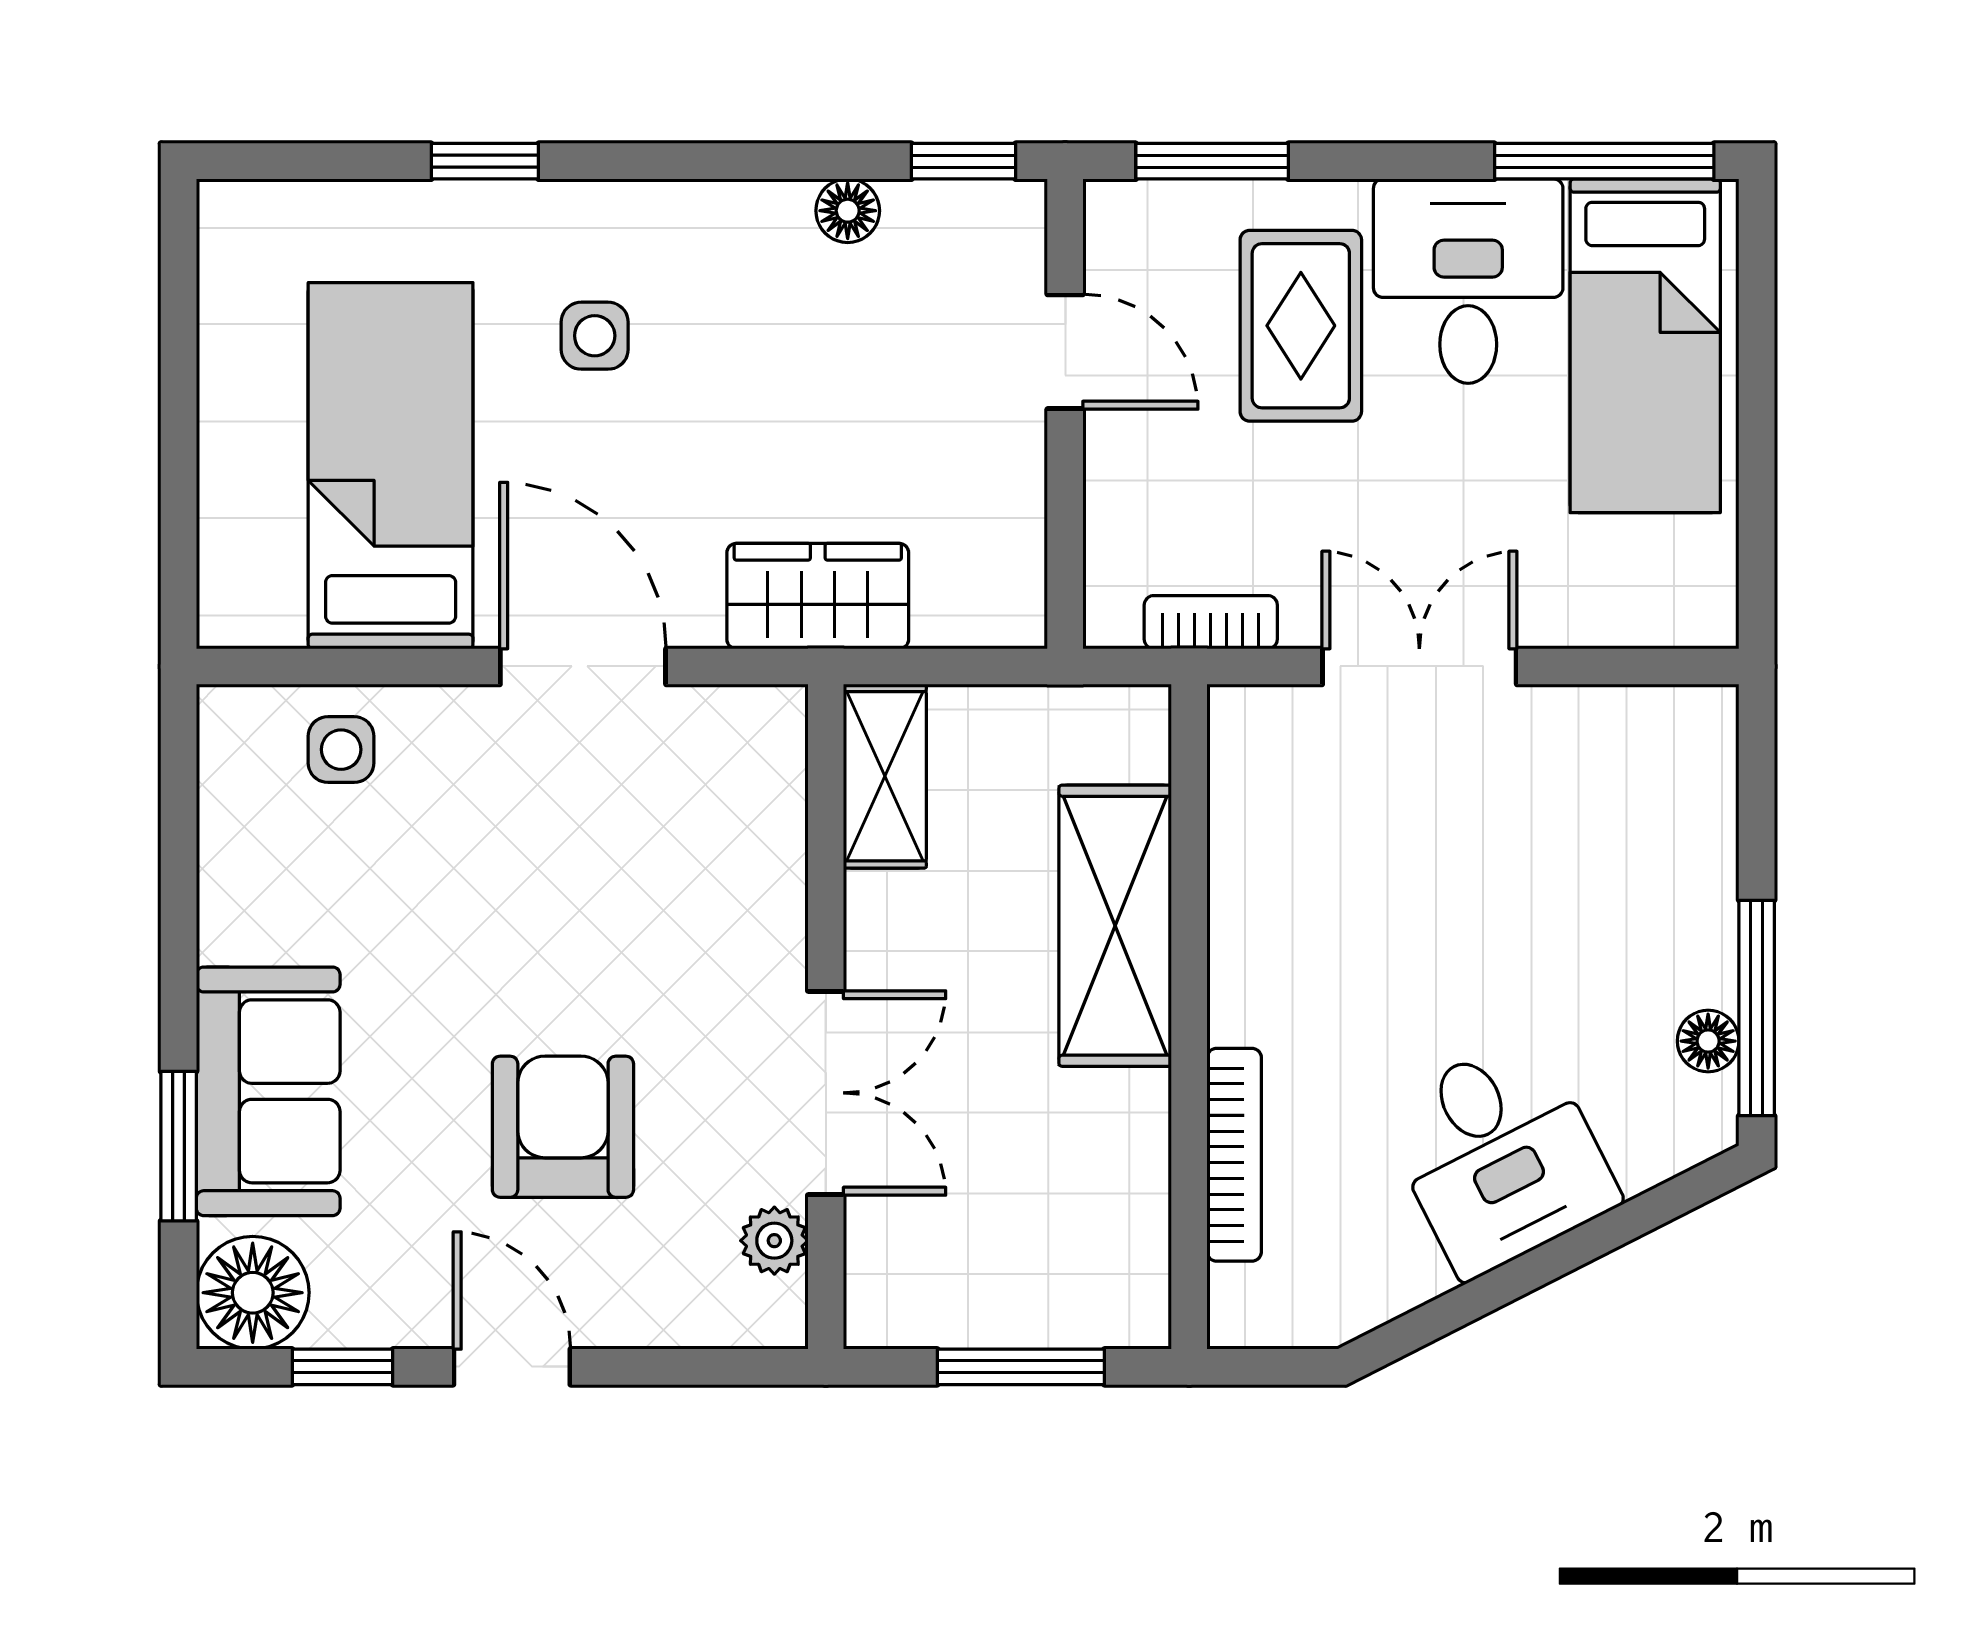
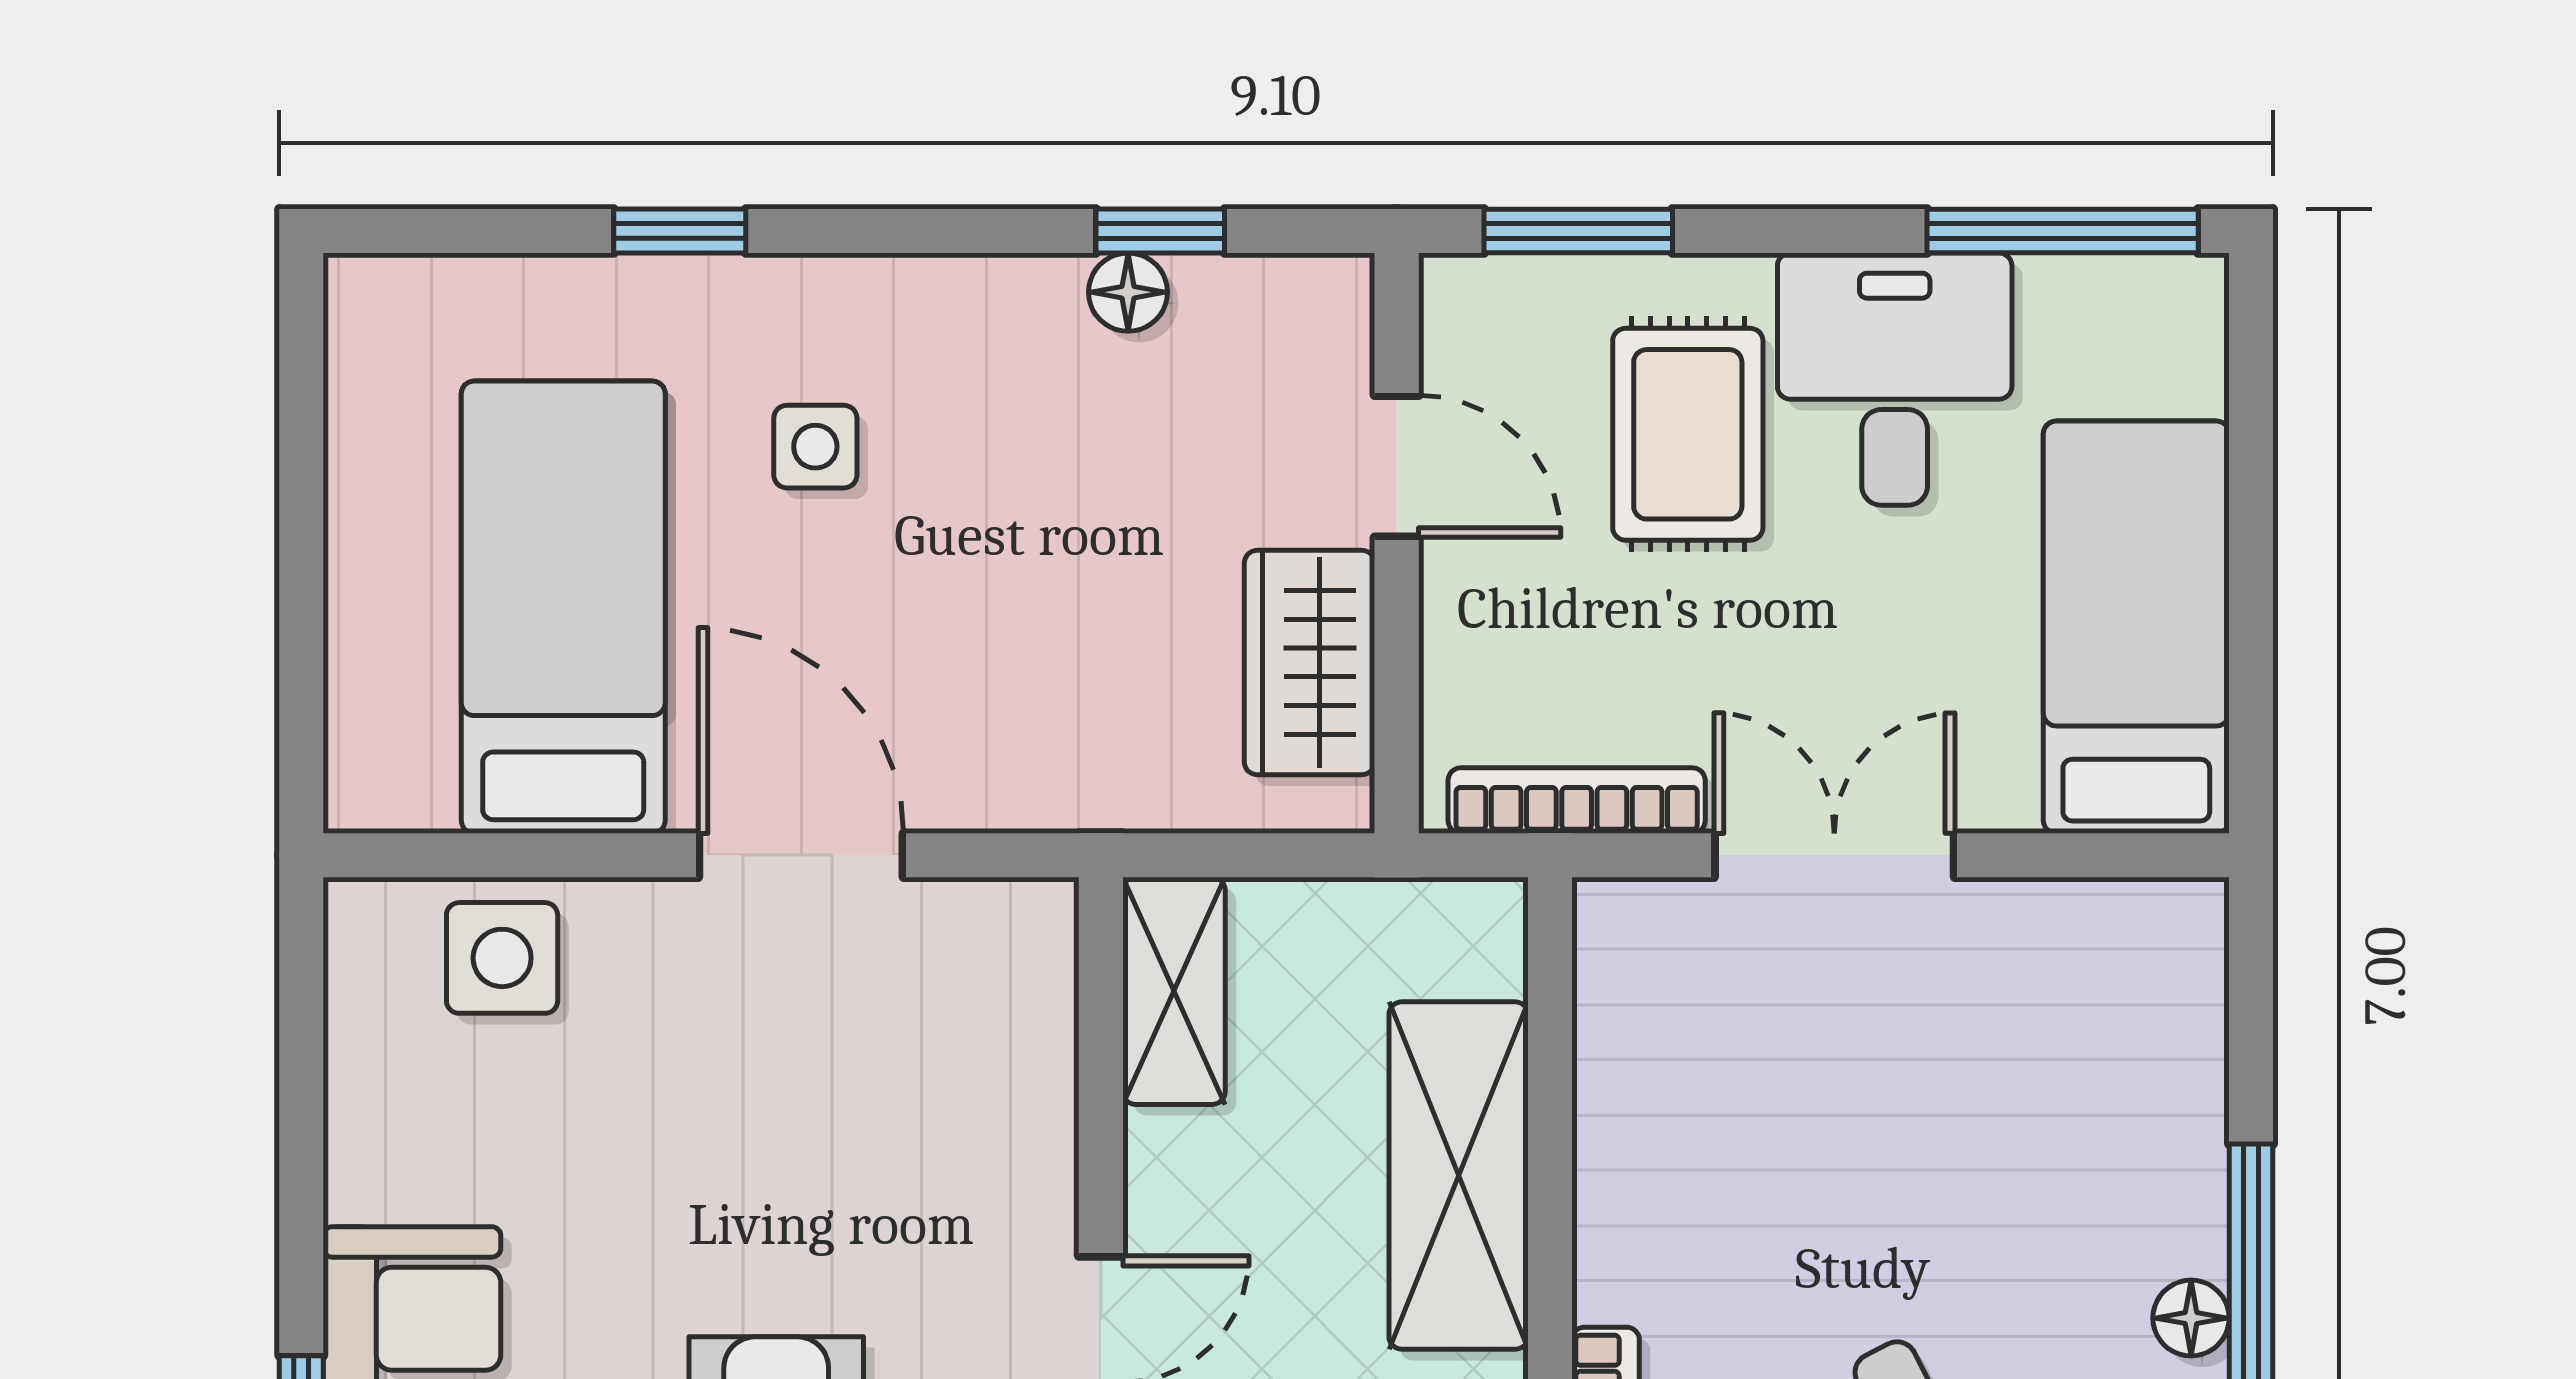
window: (964, 161) -> (1160, 231), moved
bed: (1645, 346) -> (2136, 627), moved, turned 180
wardrobe: (818, 596) -> (1310, 663), moved, turned -90
bookcase: (1211, 622) -> (1577, 801), width x1.56
side table: (341, 750) -> (502, 958), width x1.37, depth x1.37

